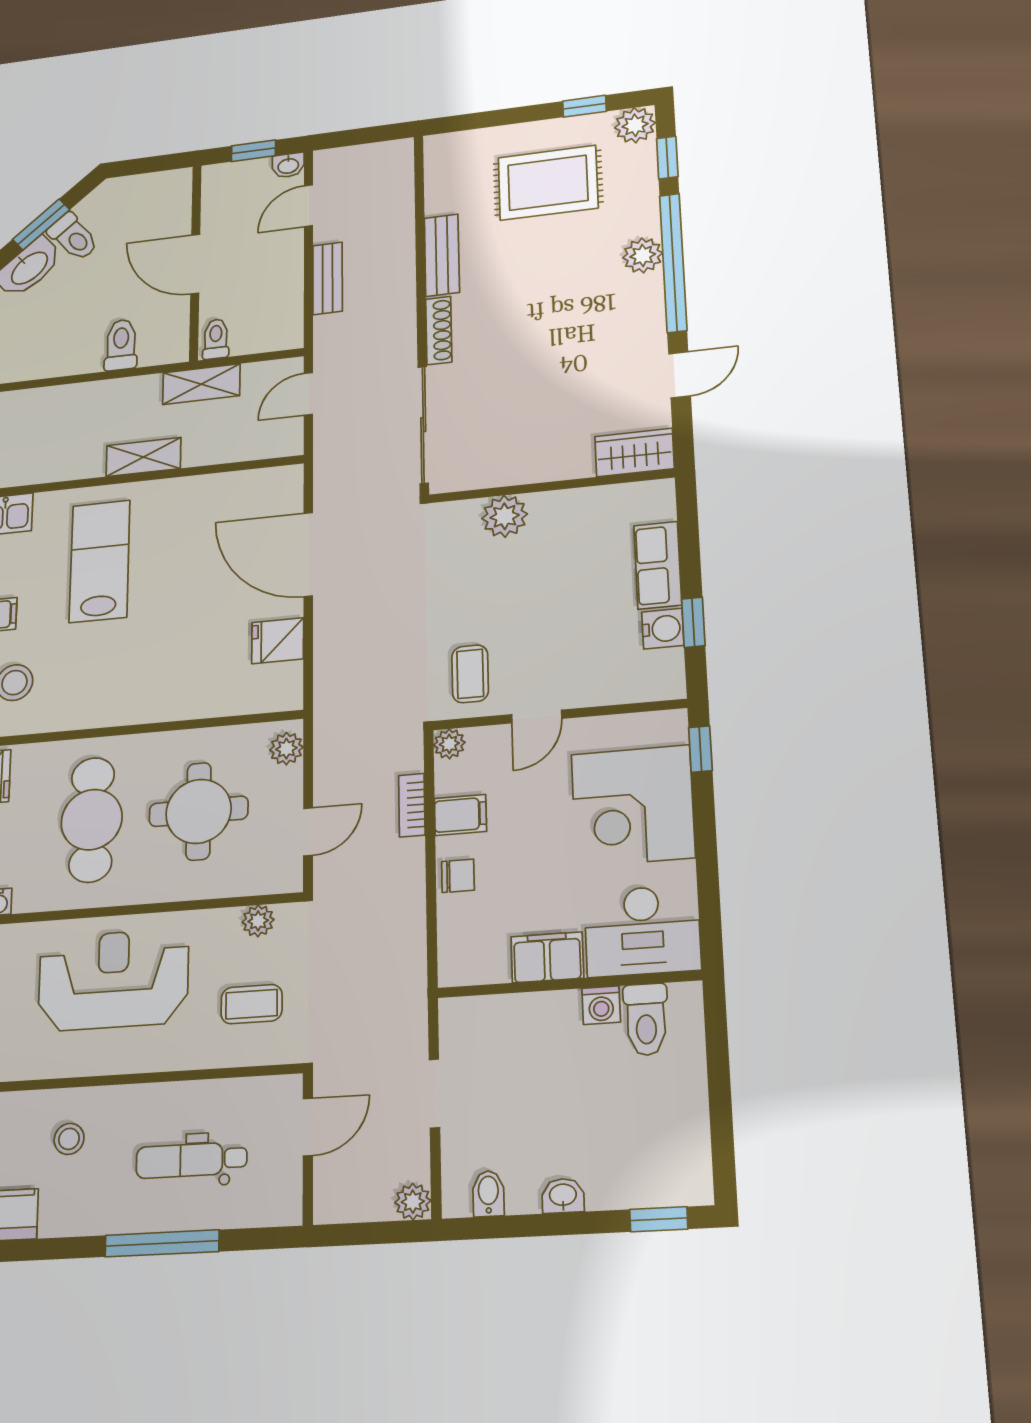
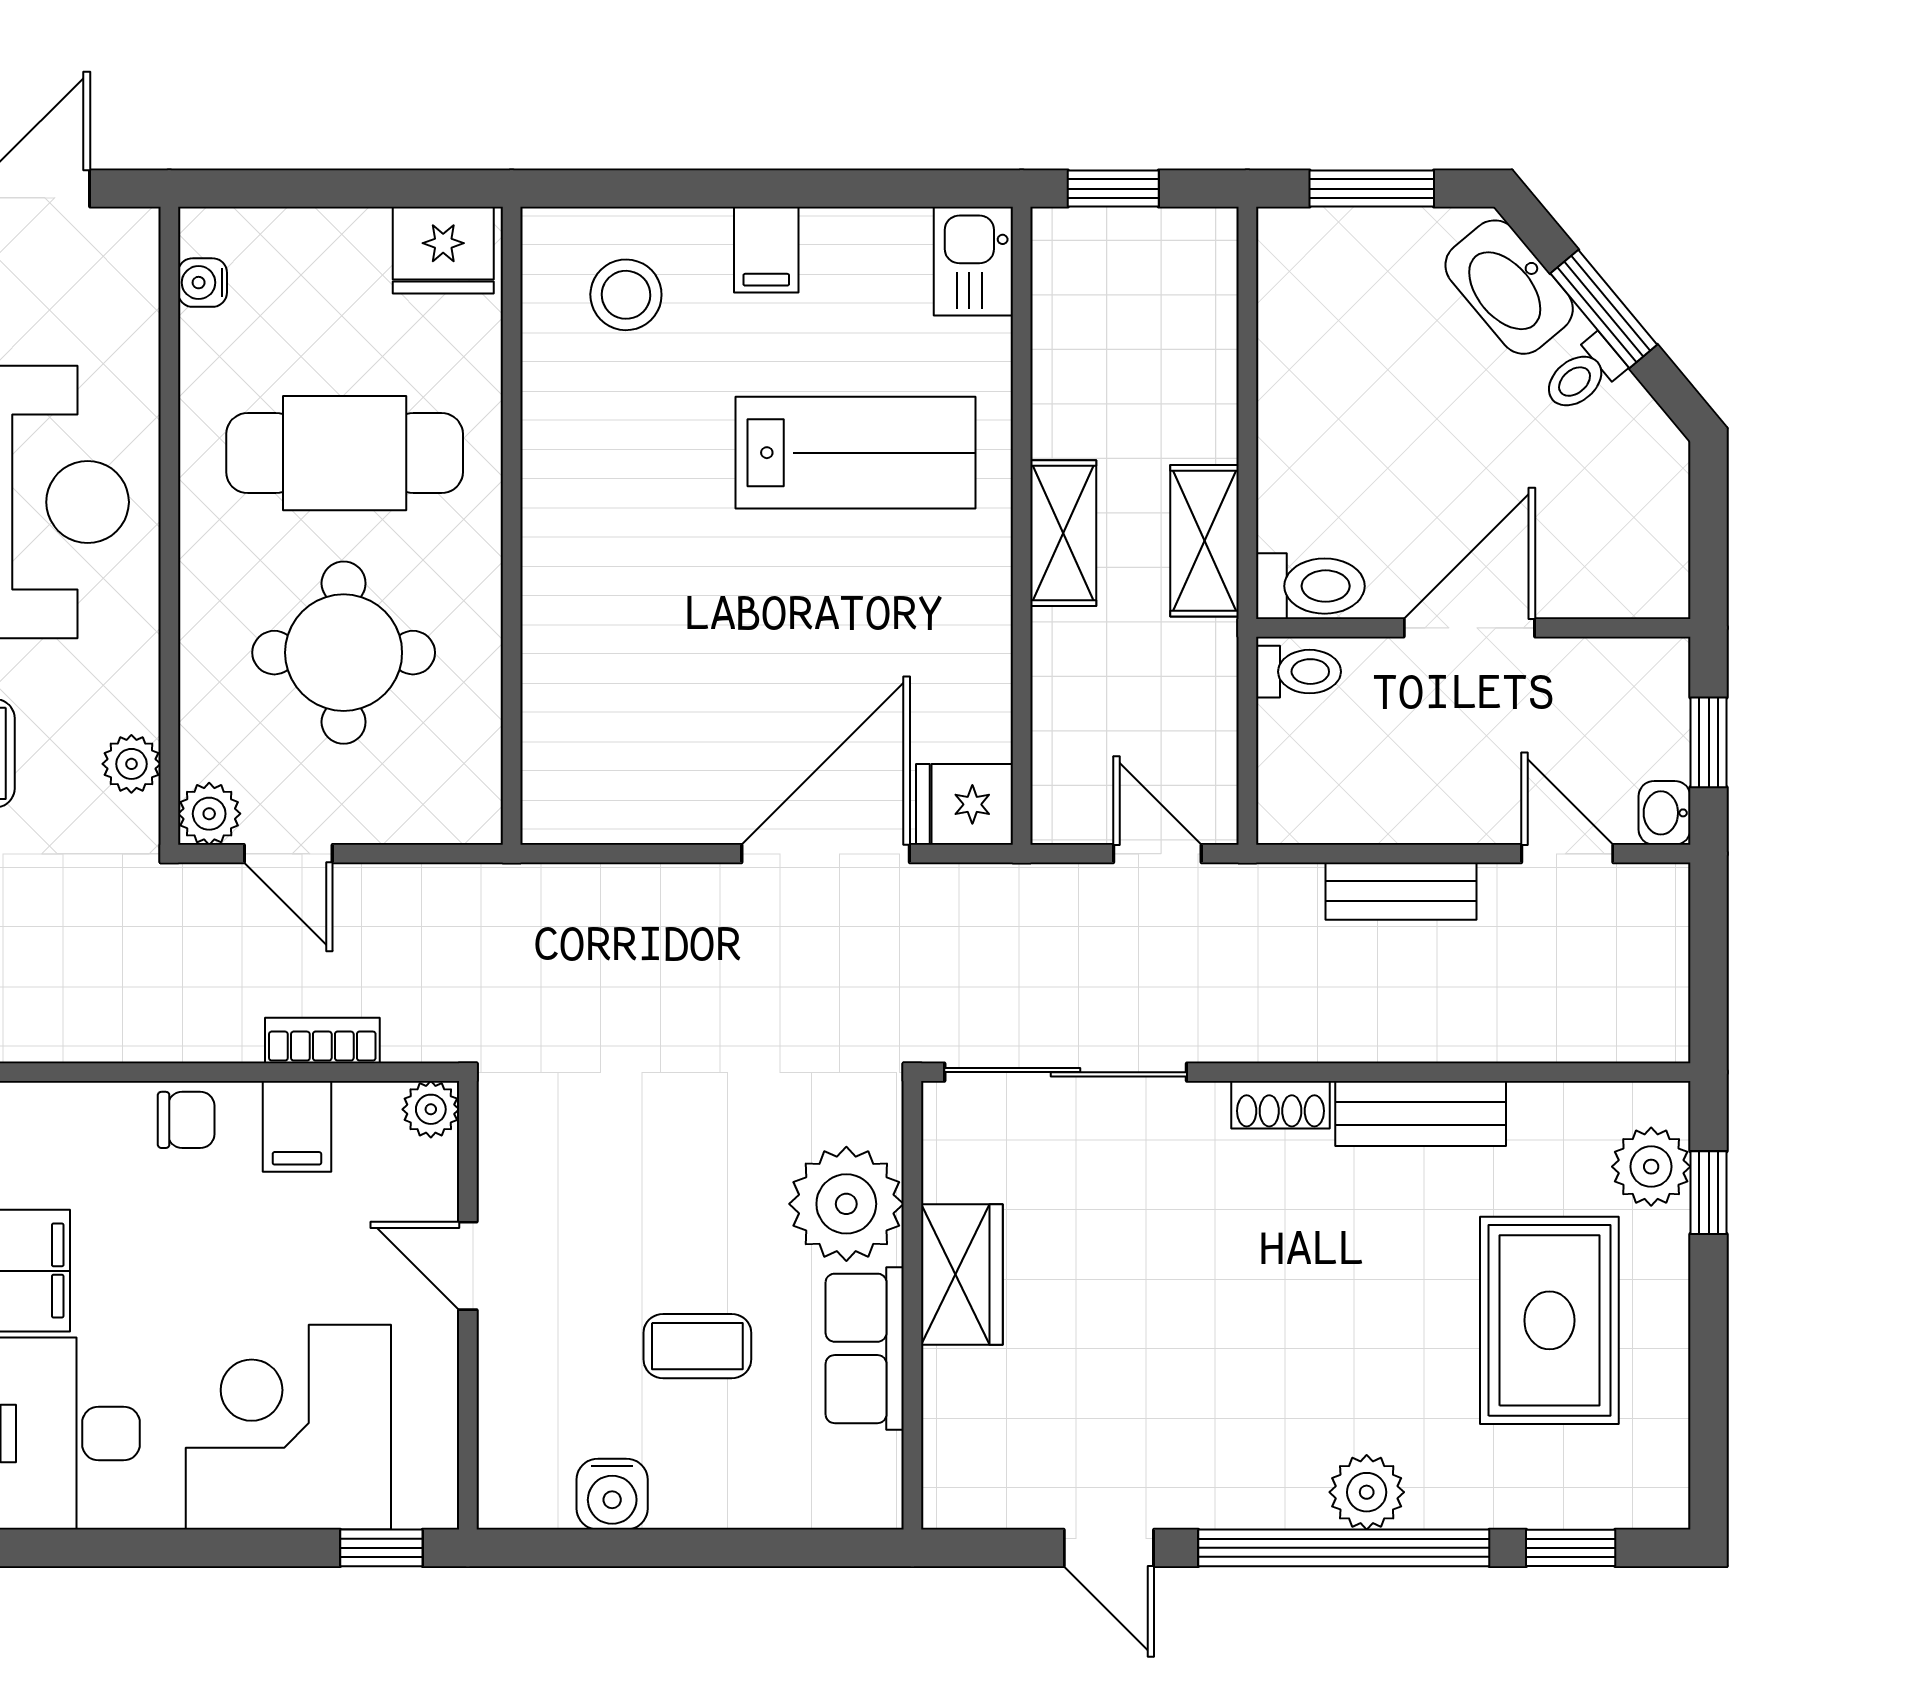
window: (584, 106) -> (1709, 1193), moved
plant: (635, 125) -> (1651, 1167), moved
toilet: (73, 237) -> (1583, 374), width x0.73, depth x0.72
shoe rack: (439, 330) -> (1281, 1105), width x0.70
toilet: (121, 345) -> (1310, 586), moved
shelving: (201, 384) -> (1205, 541), moved
wardrobe: (634, 452) -> (962, 1274), moved
plant: (505, 516) -> (846, 1204), width x1.36, depth x1.36
row of seats: (658, 565) -> (865, 1348), moved, turned -90
window: (693, 622) -> (619, 1548), removed
fridge: (278, 641) -> (965, 804), moved, turned -90
coffee table: (470, 674) -> (697, 1346), moved
plant: (286, 749) -> (209, 814), moved
chair: (458, 876) -> (186, 1120), turned -90

